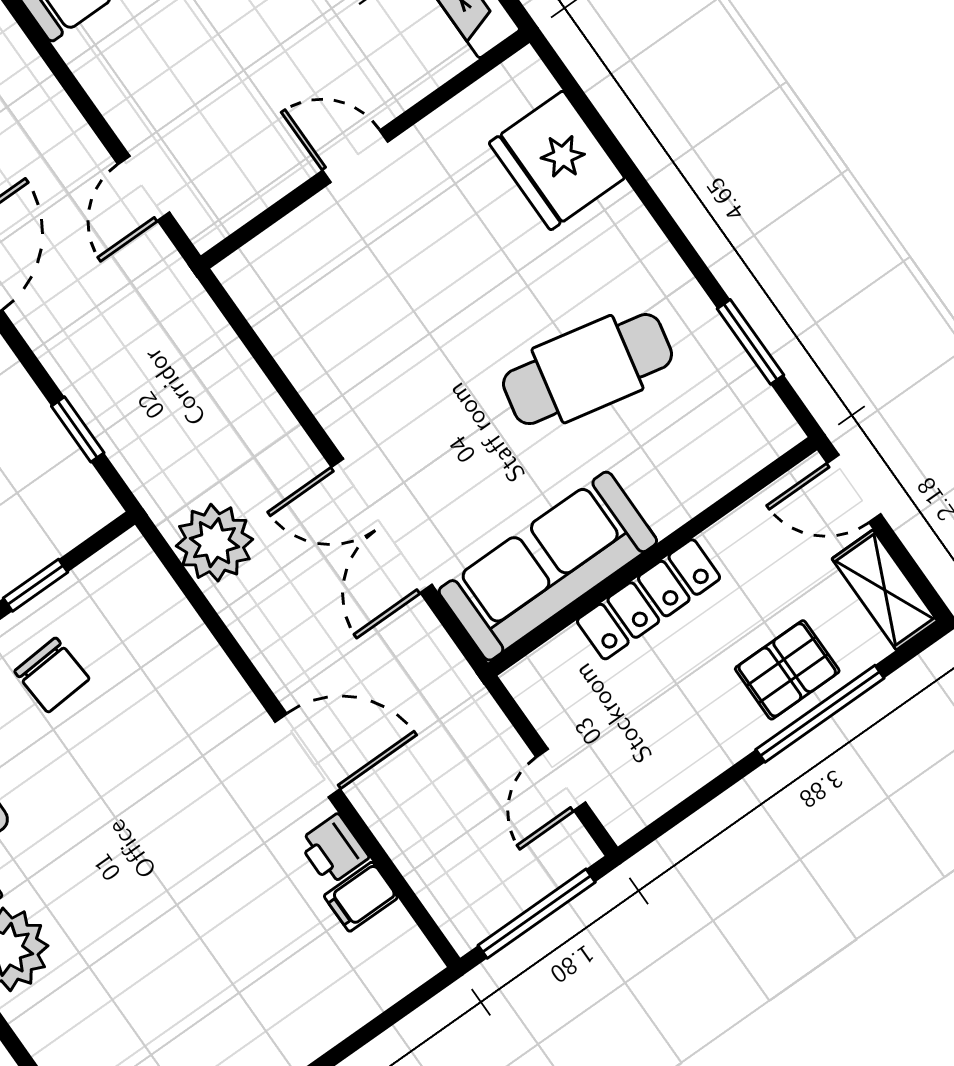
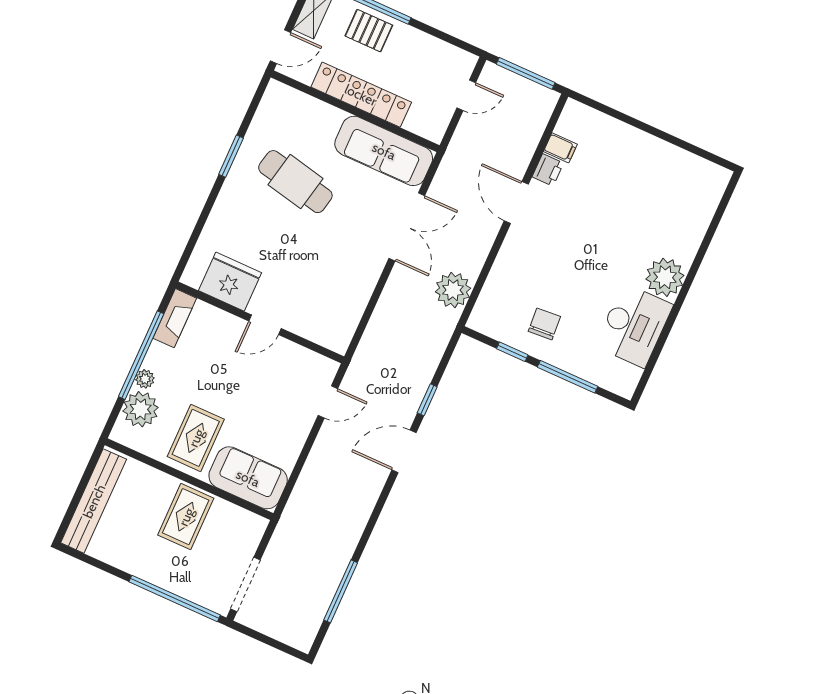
door: (355, 156) -> (265, 325), hinge flipped
fridge: (557, 160) -> (230, 282), moved, turned -90
window: (750, 342) -> (231, 156), moved
window: (78, 429) -> (427, 400), moved
door: (854, 489) -> (280, 47), hinge flipped
locker: (649, 599) -> (361, 95), width x1.41, depth x1.21

